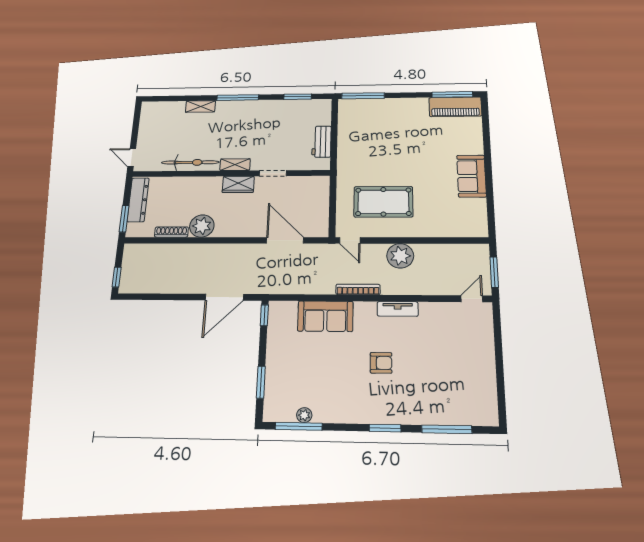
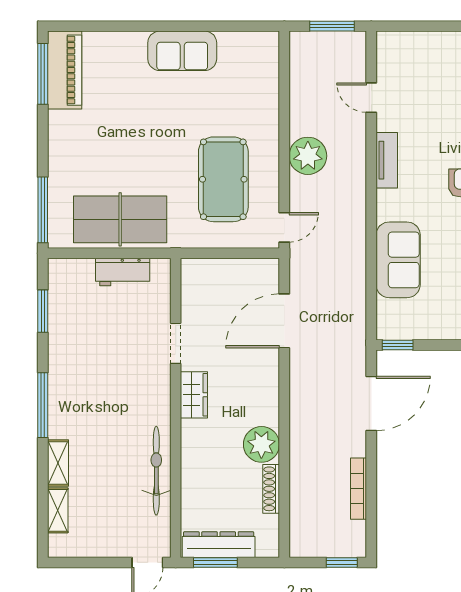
table tennis table: (356, 140) -> (120, 219), added
shelving: (235, 165) -> (58, 510), moved
window: (124, 219) -> (215, 562), moved
bookcase: (358, 289) -> (359, 489), moved
door: (224, 297) -> (371, 403), hinge flipped
door: (472, 299) -> (371, 98), moved

